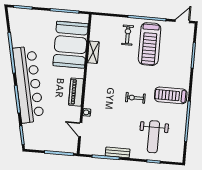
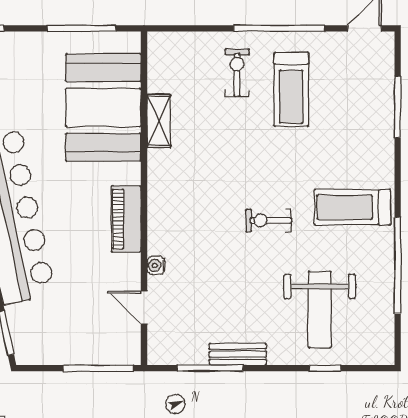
treadmill: (150, 44) -> (291, 89), width x0.73, depth x0.73

